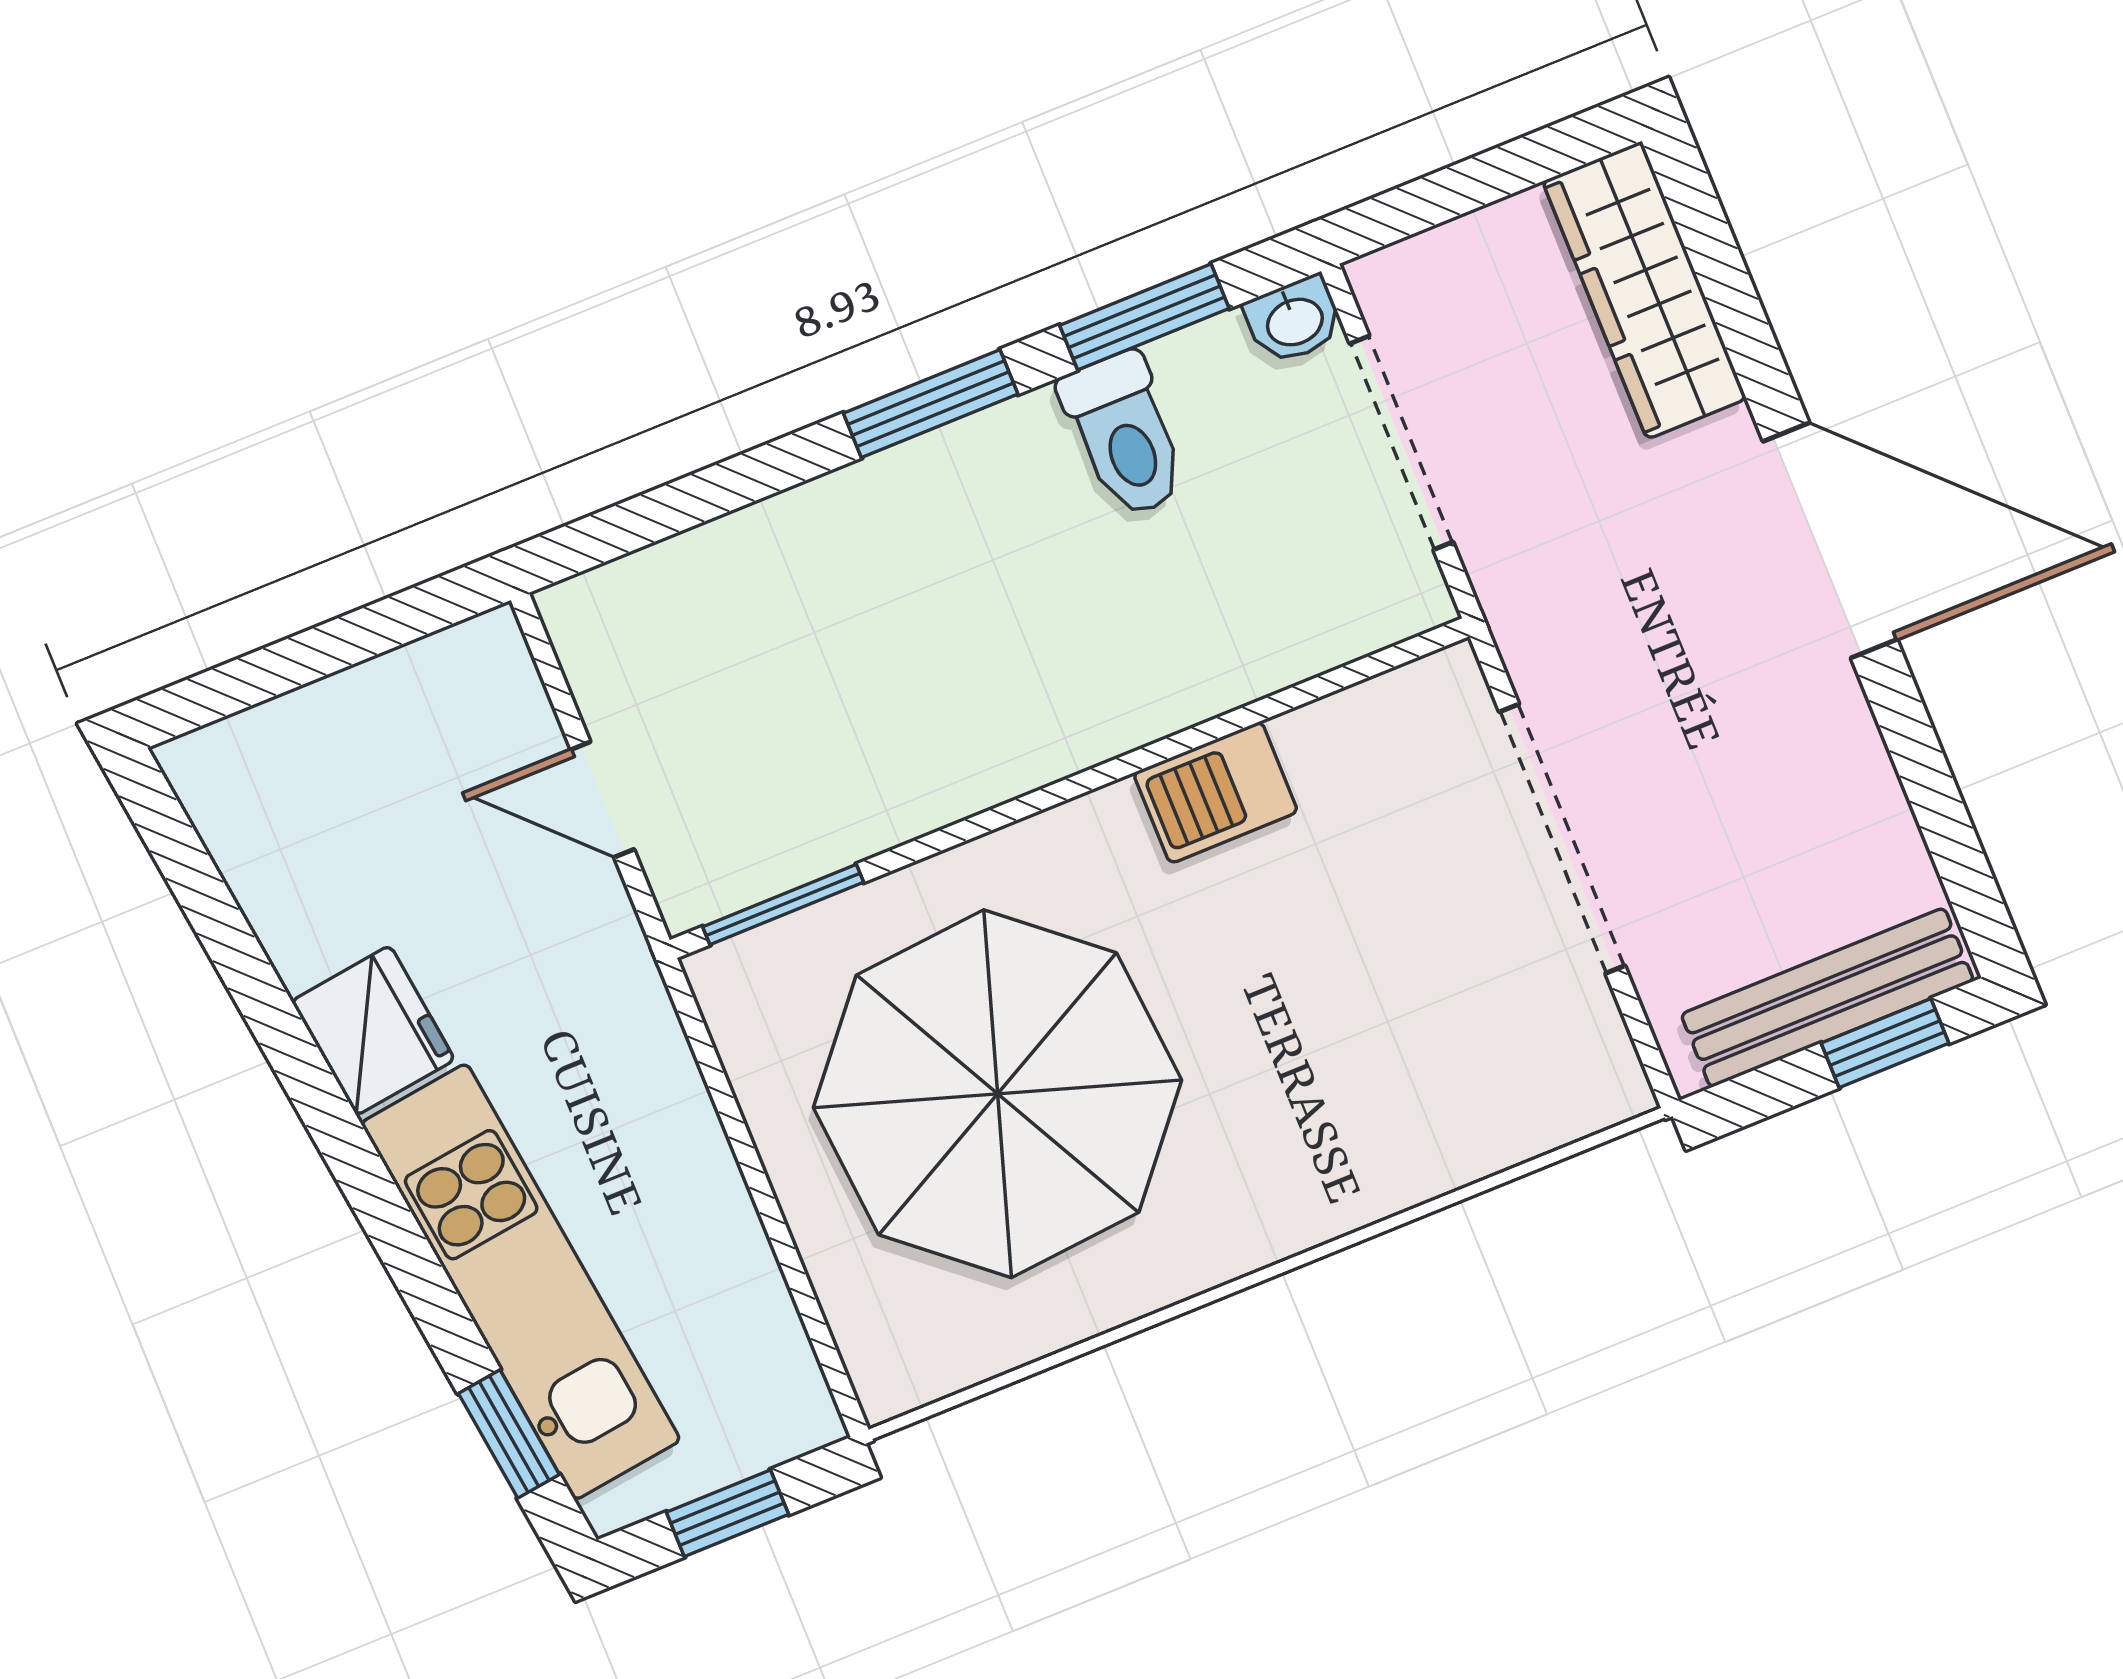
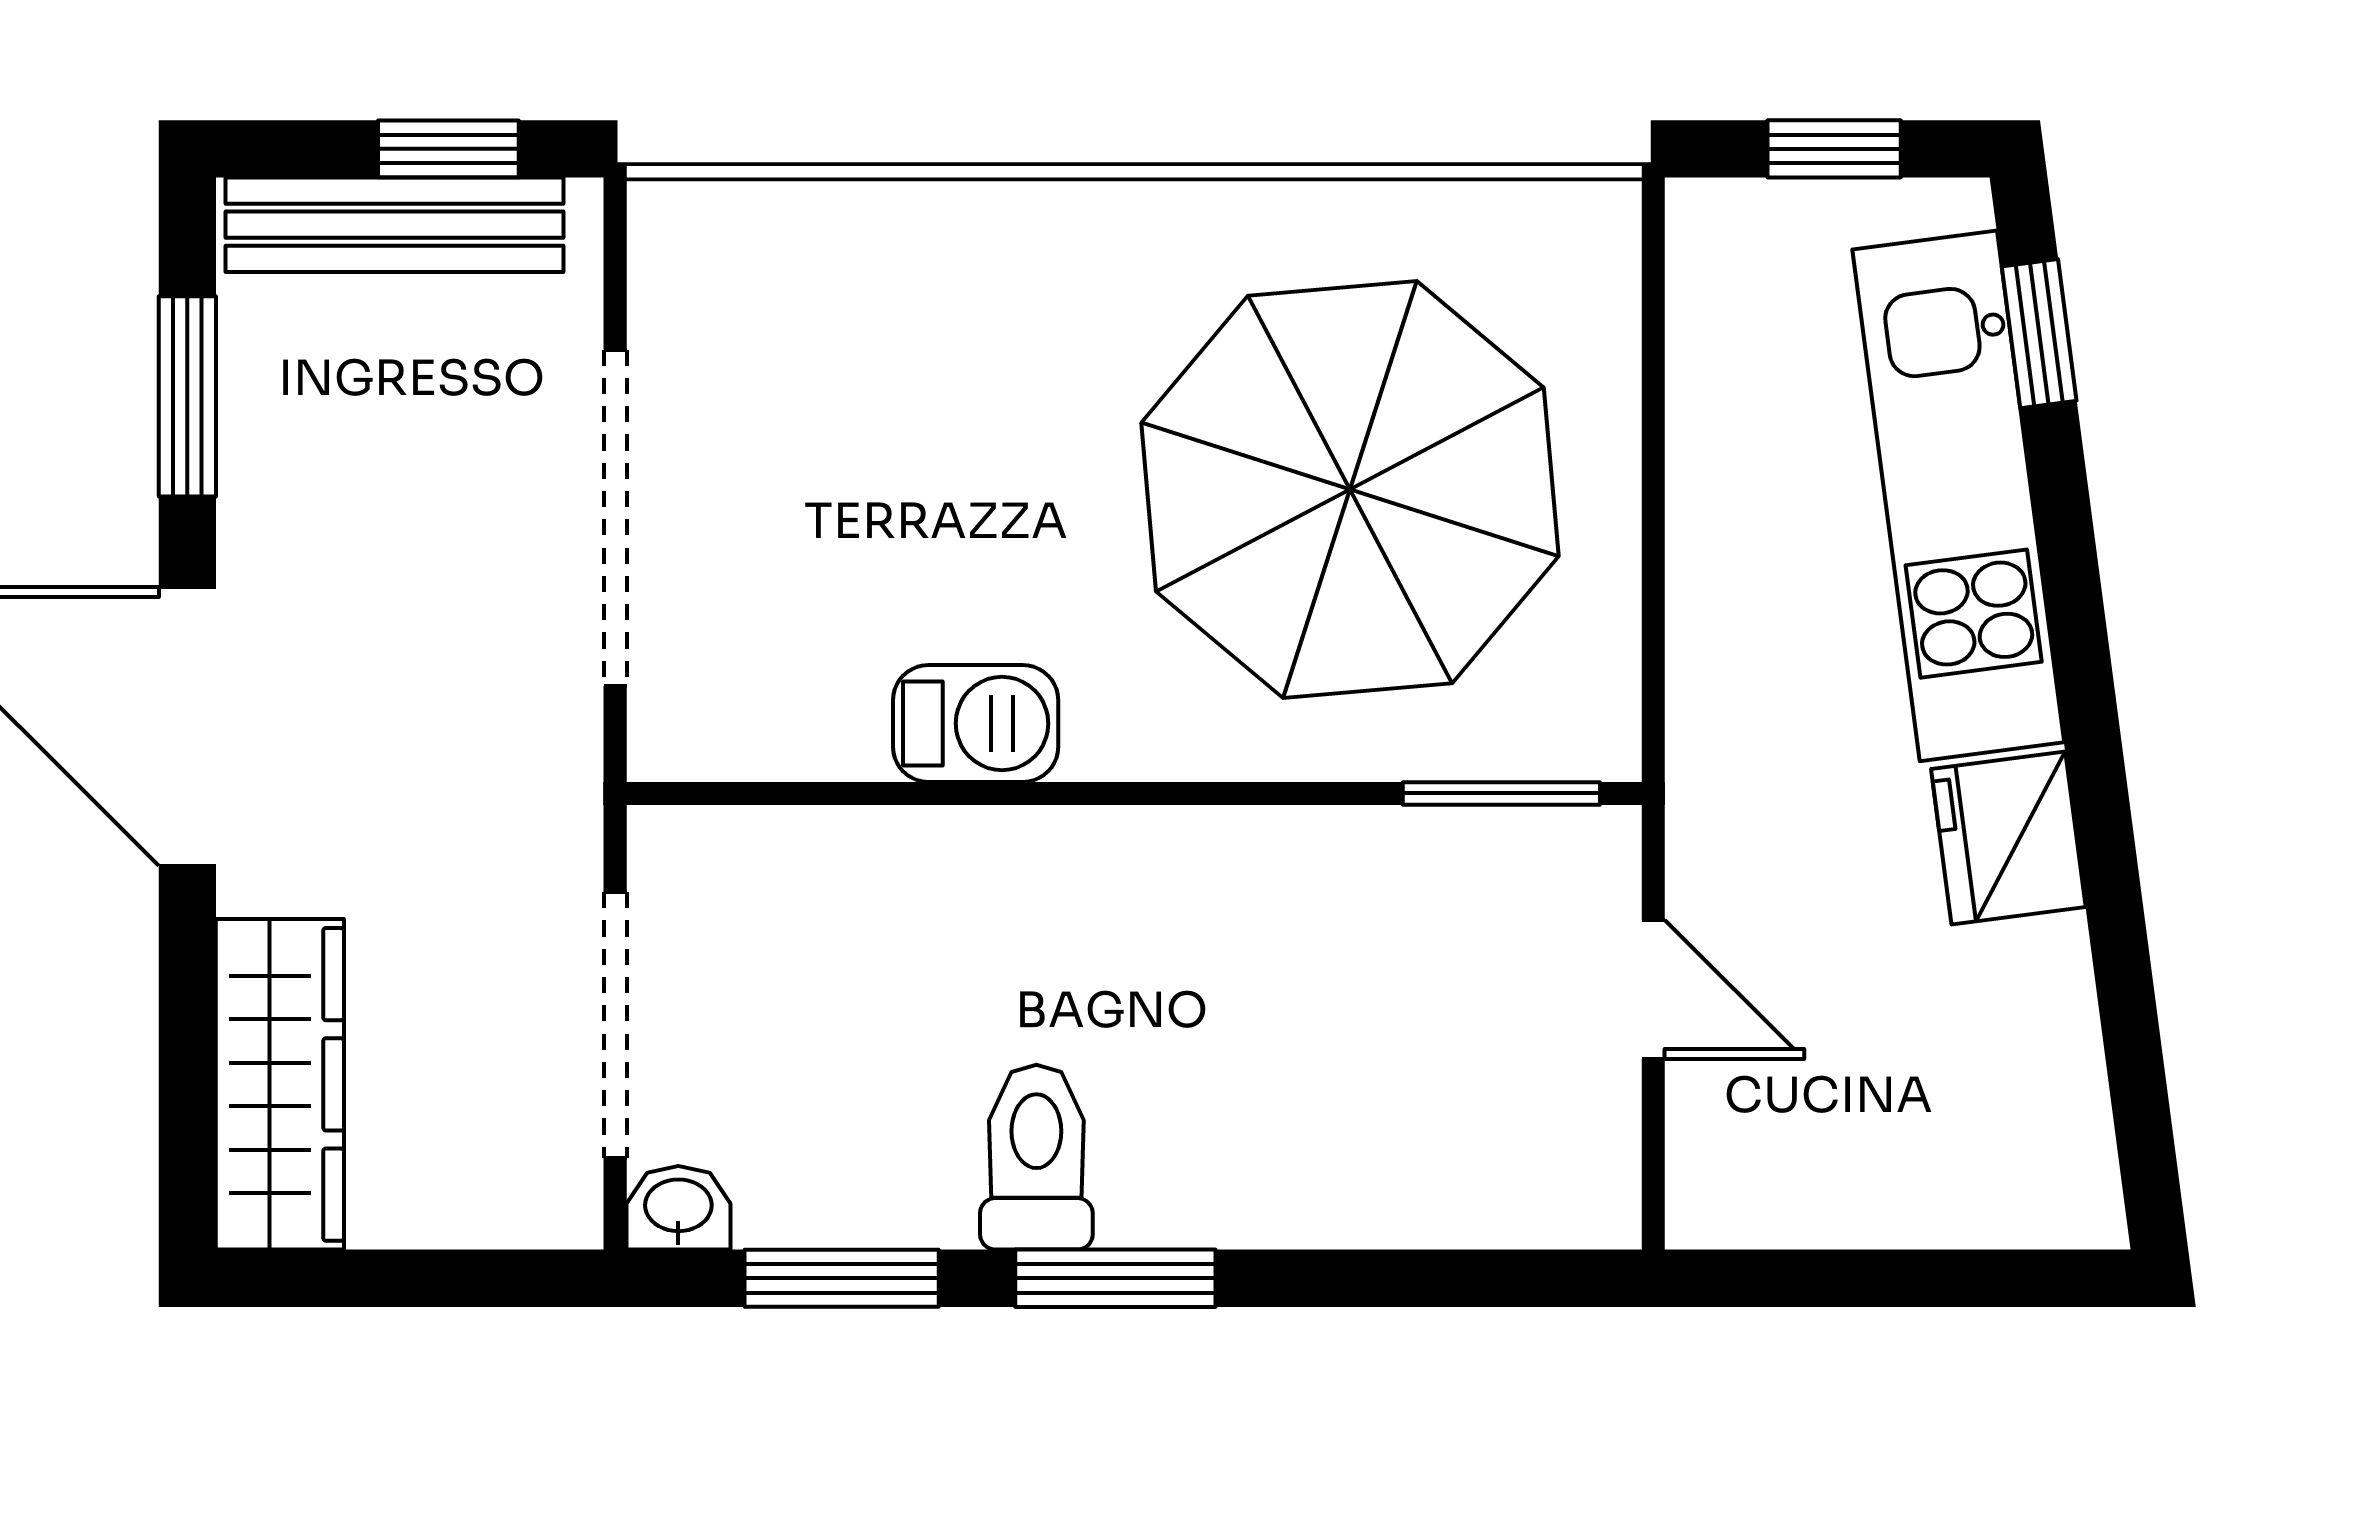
toilet: (1125, 435) -> (1036, 1157), moved
window: (1935, 798) -> (187, 396), added
window: (1885, 1043) -> (448, 149), moved

